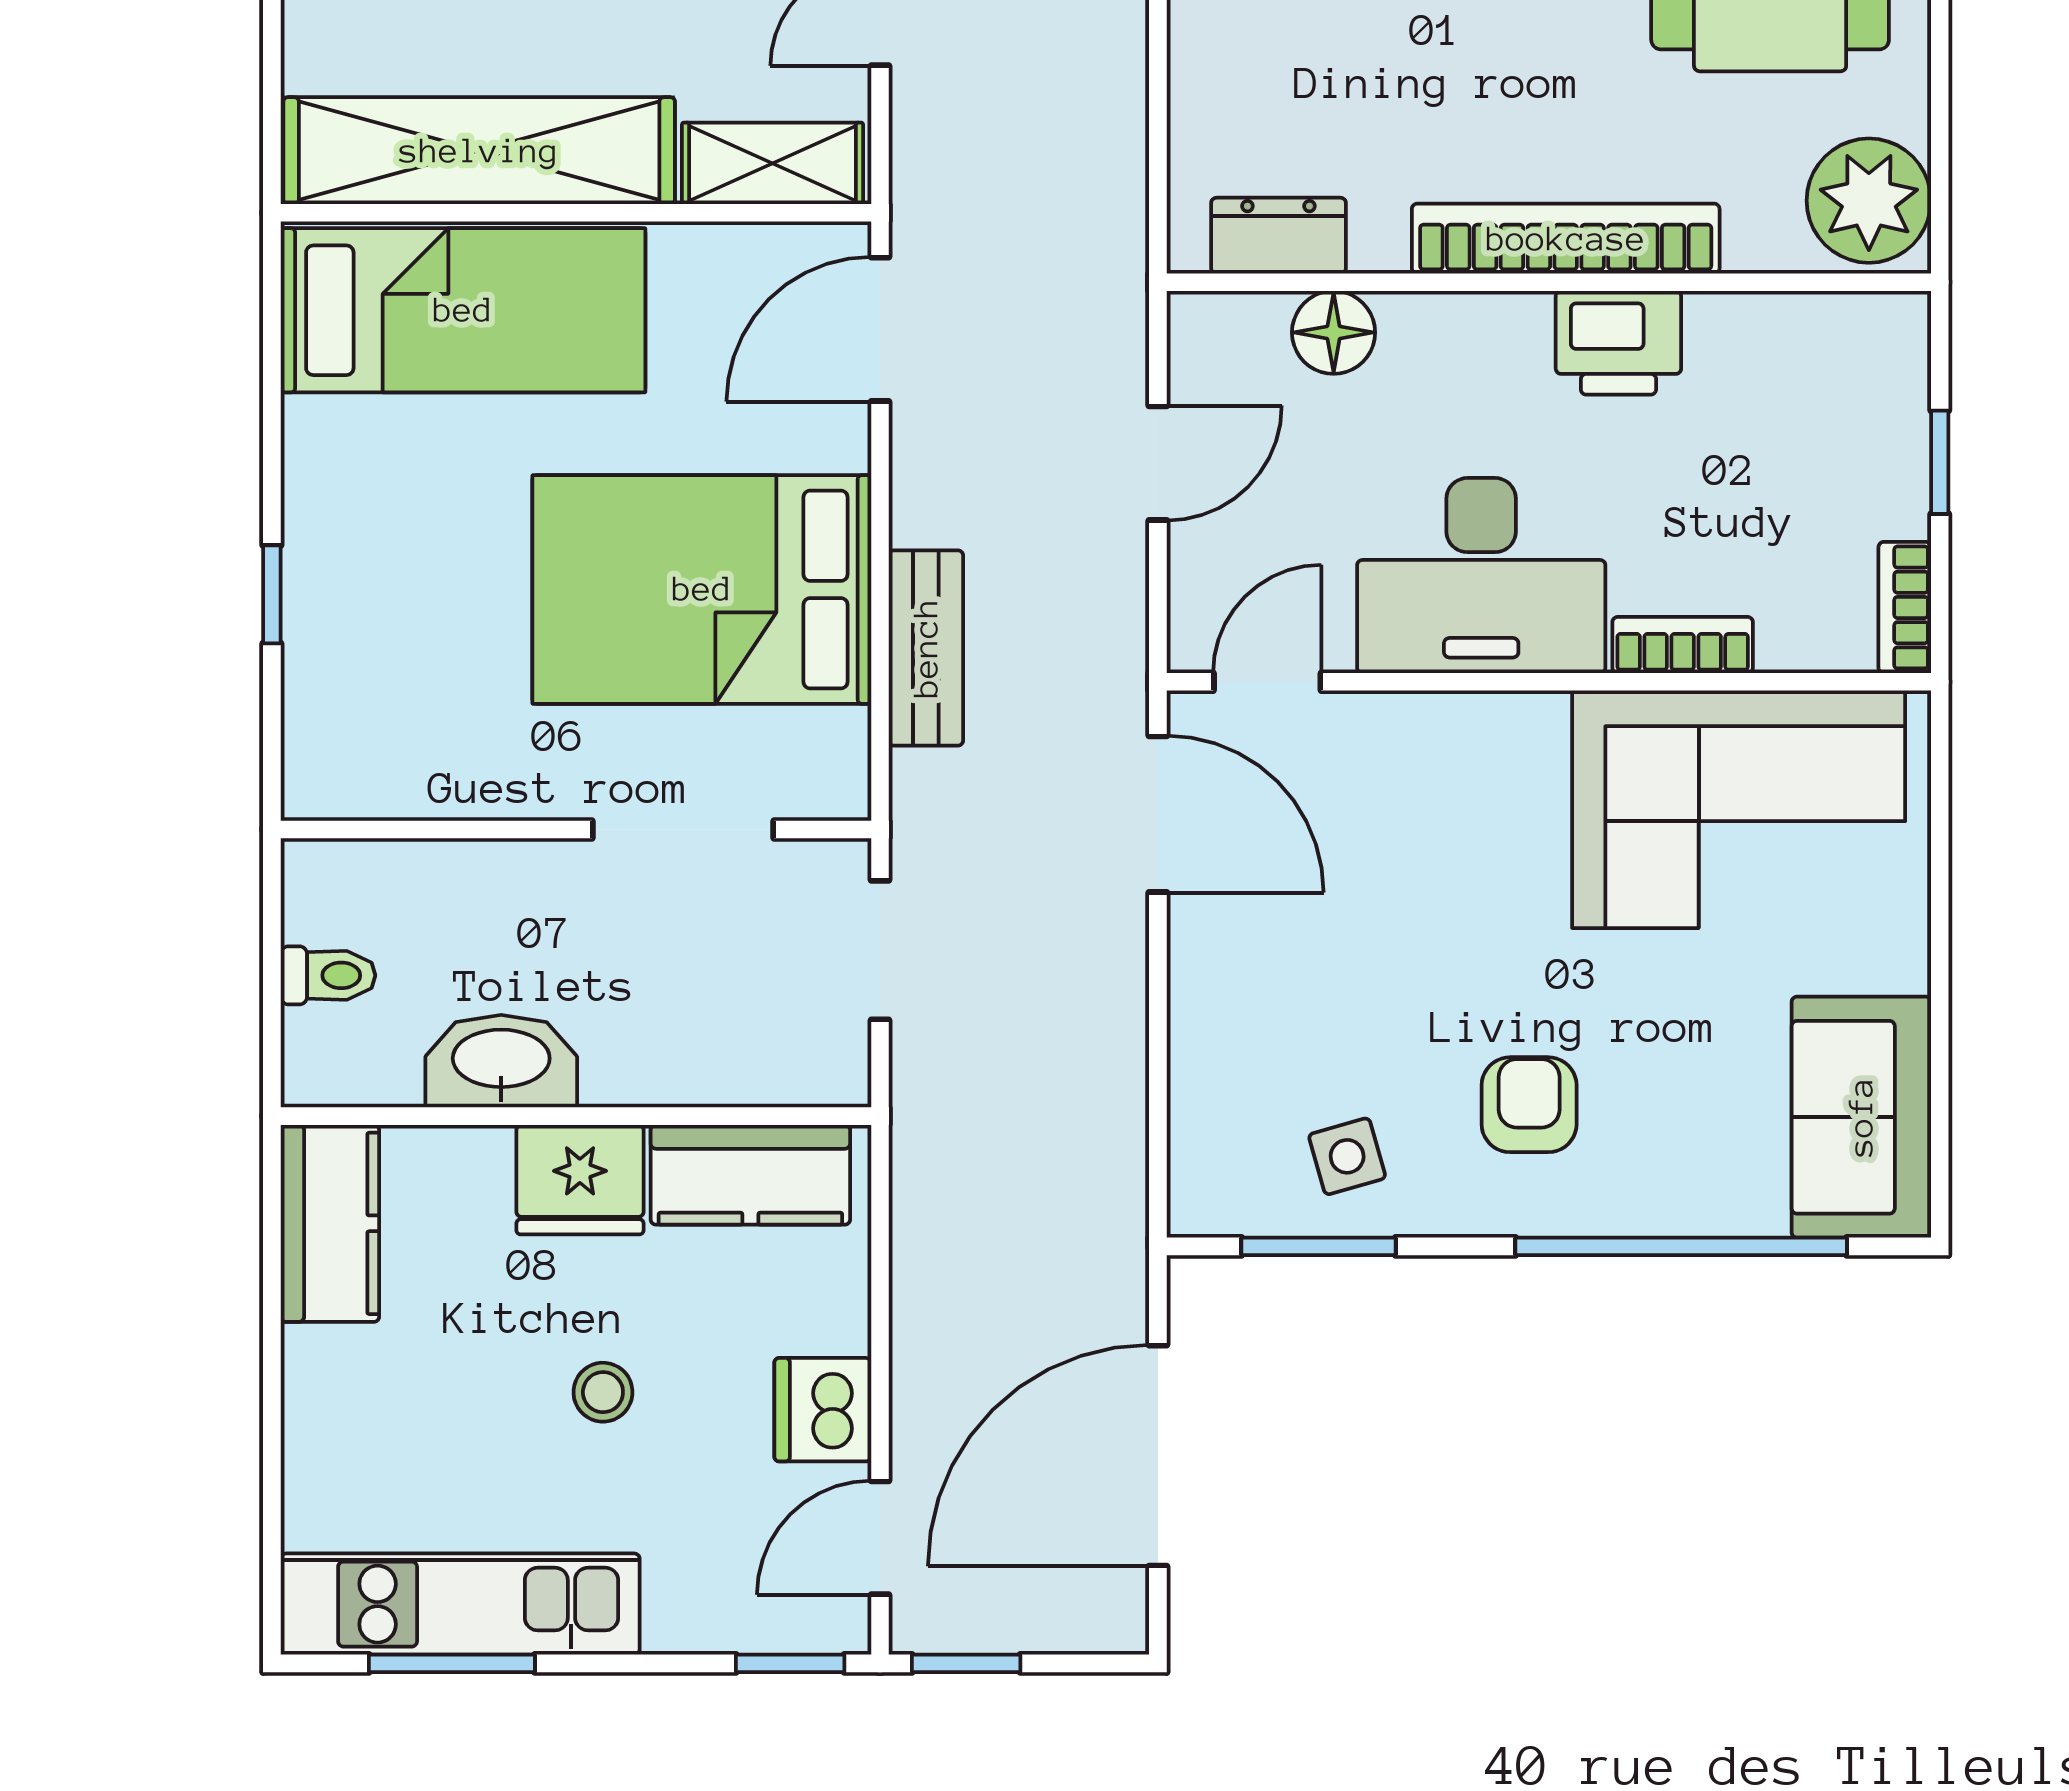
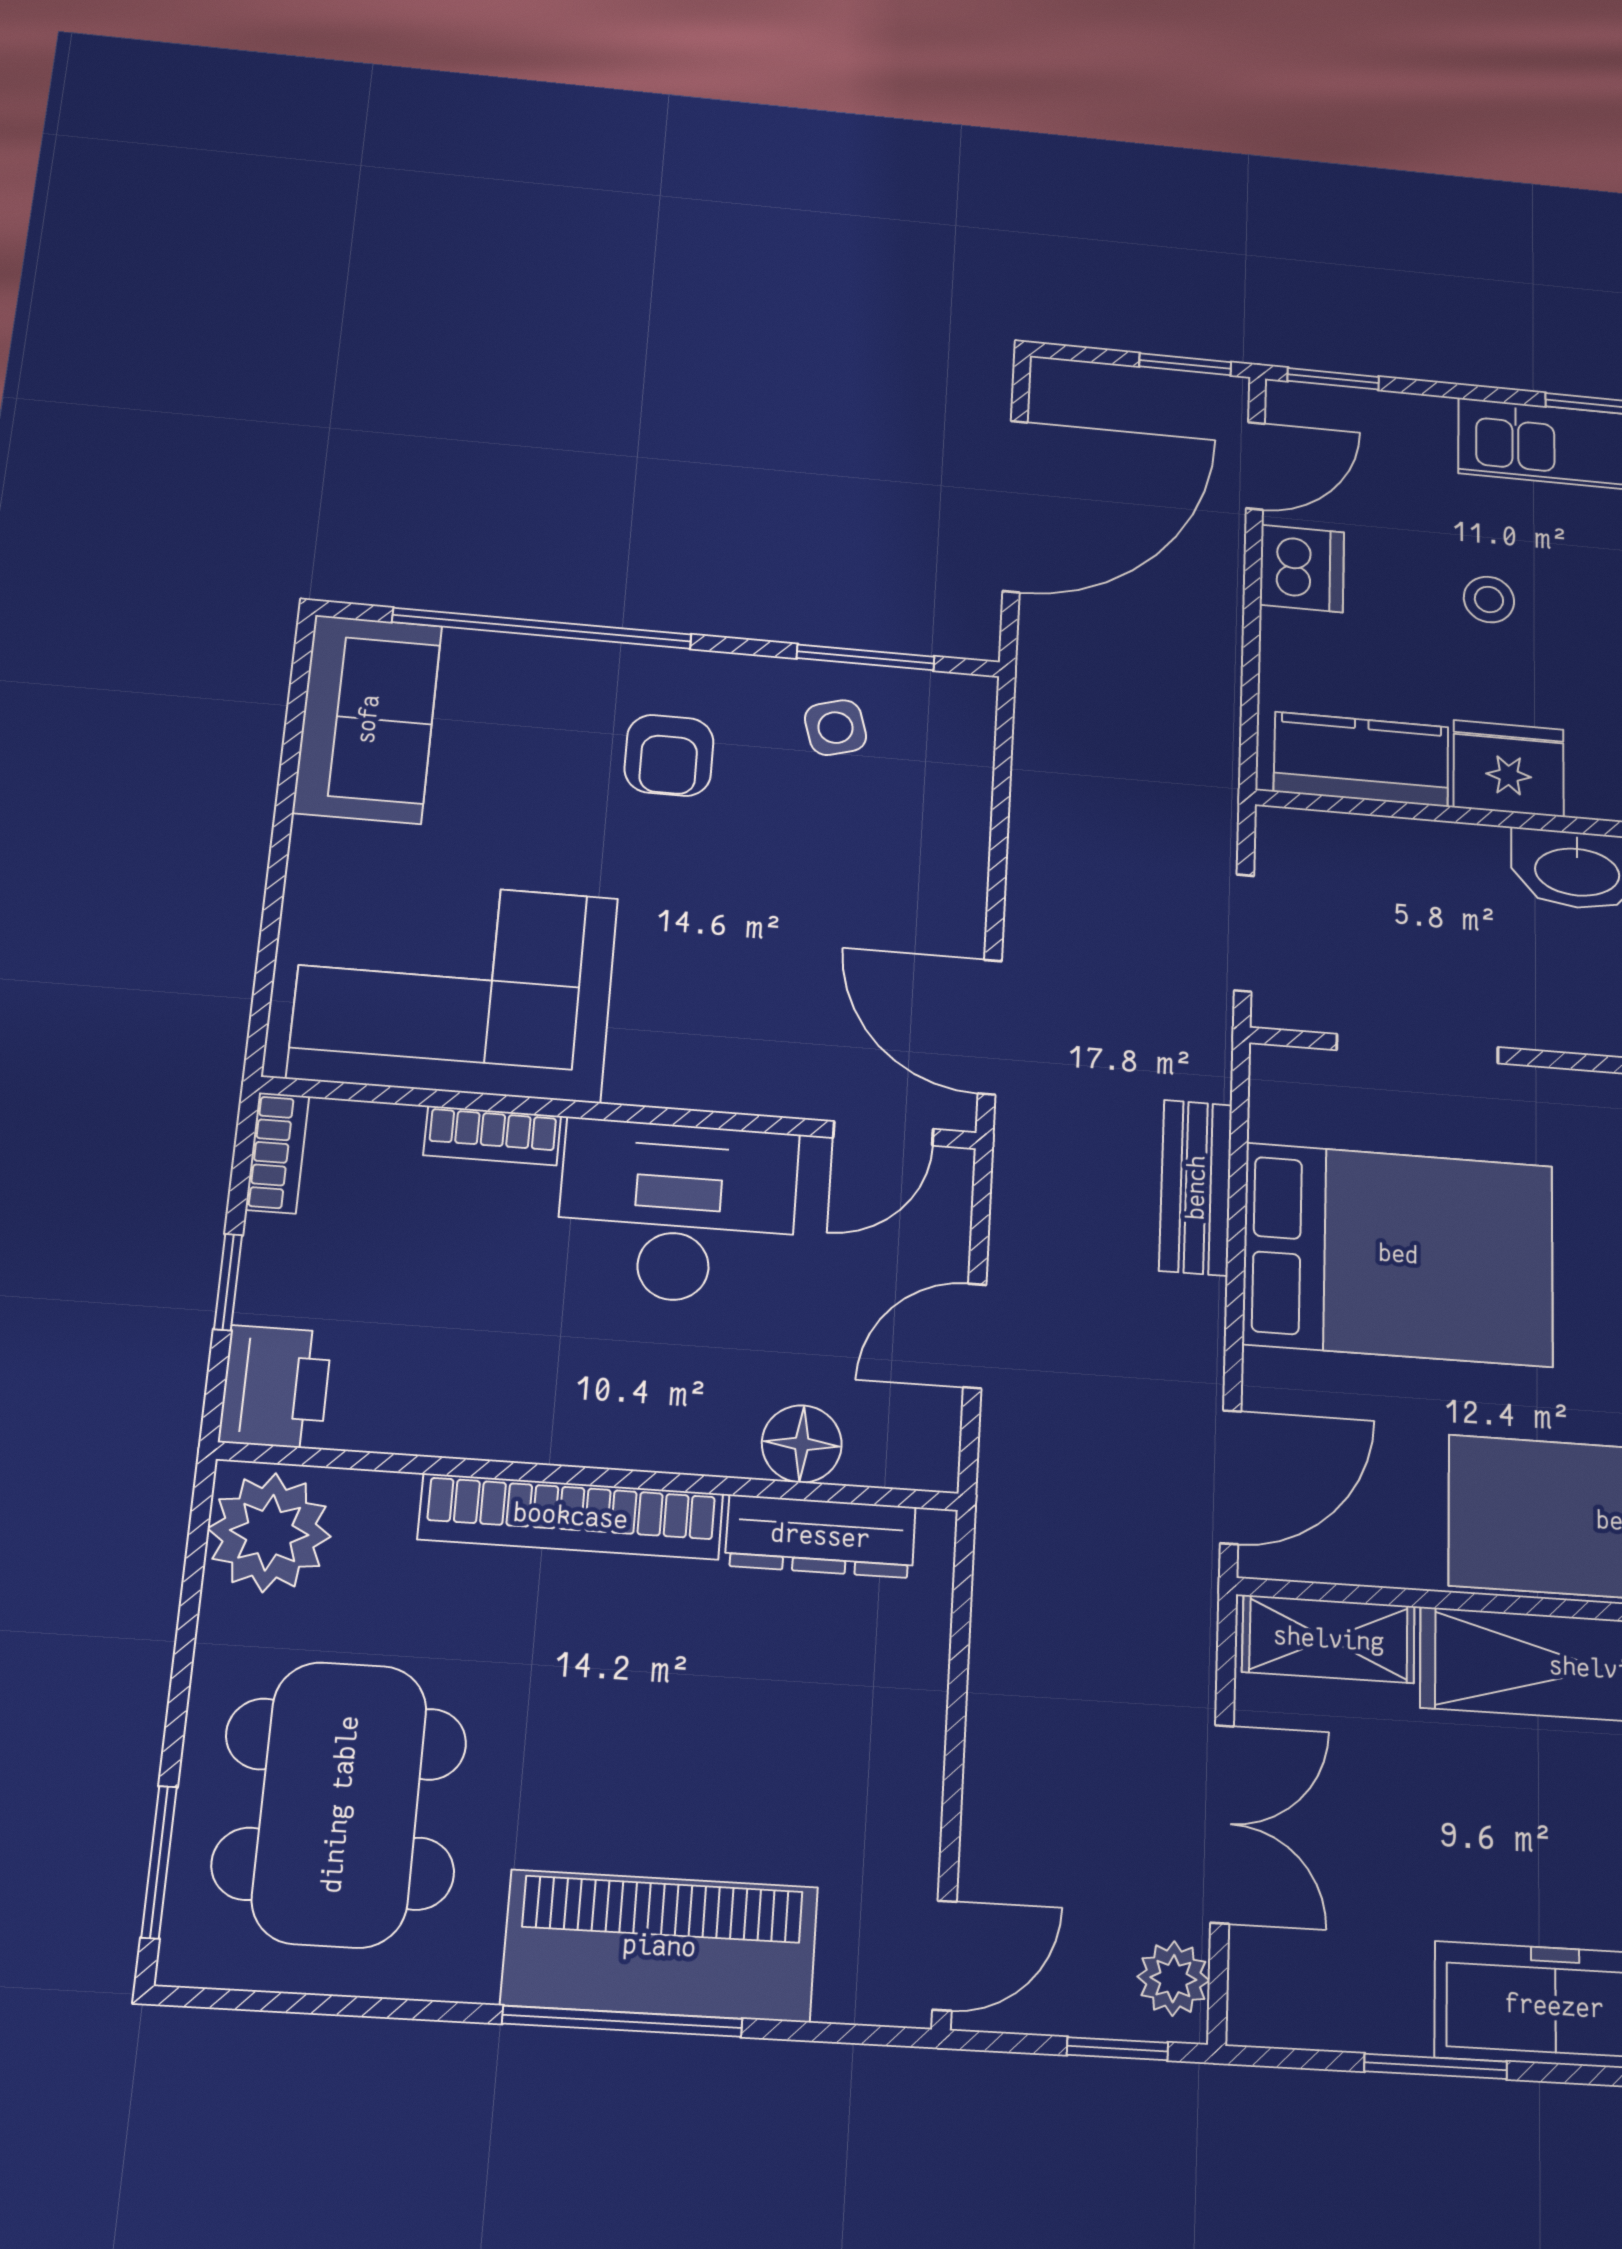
dresser: (1278, 236) -> (821, 1536), width x1.44
printer: (1618, 343) -> (275, 1387), moved, turned 90

